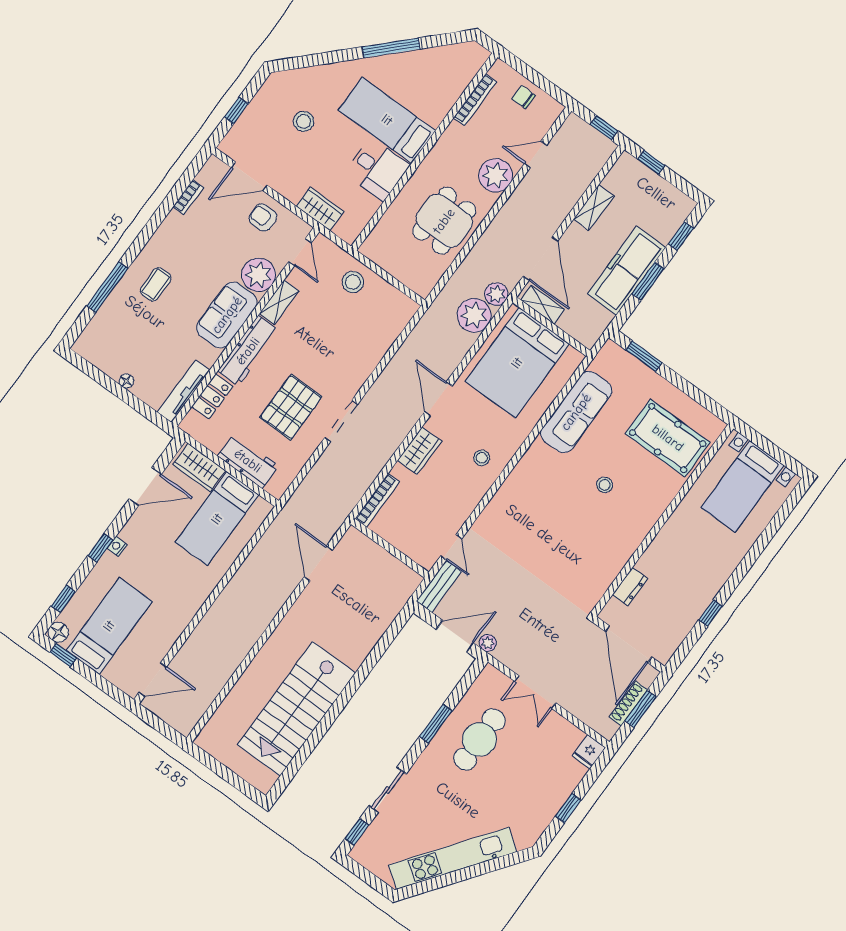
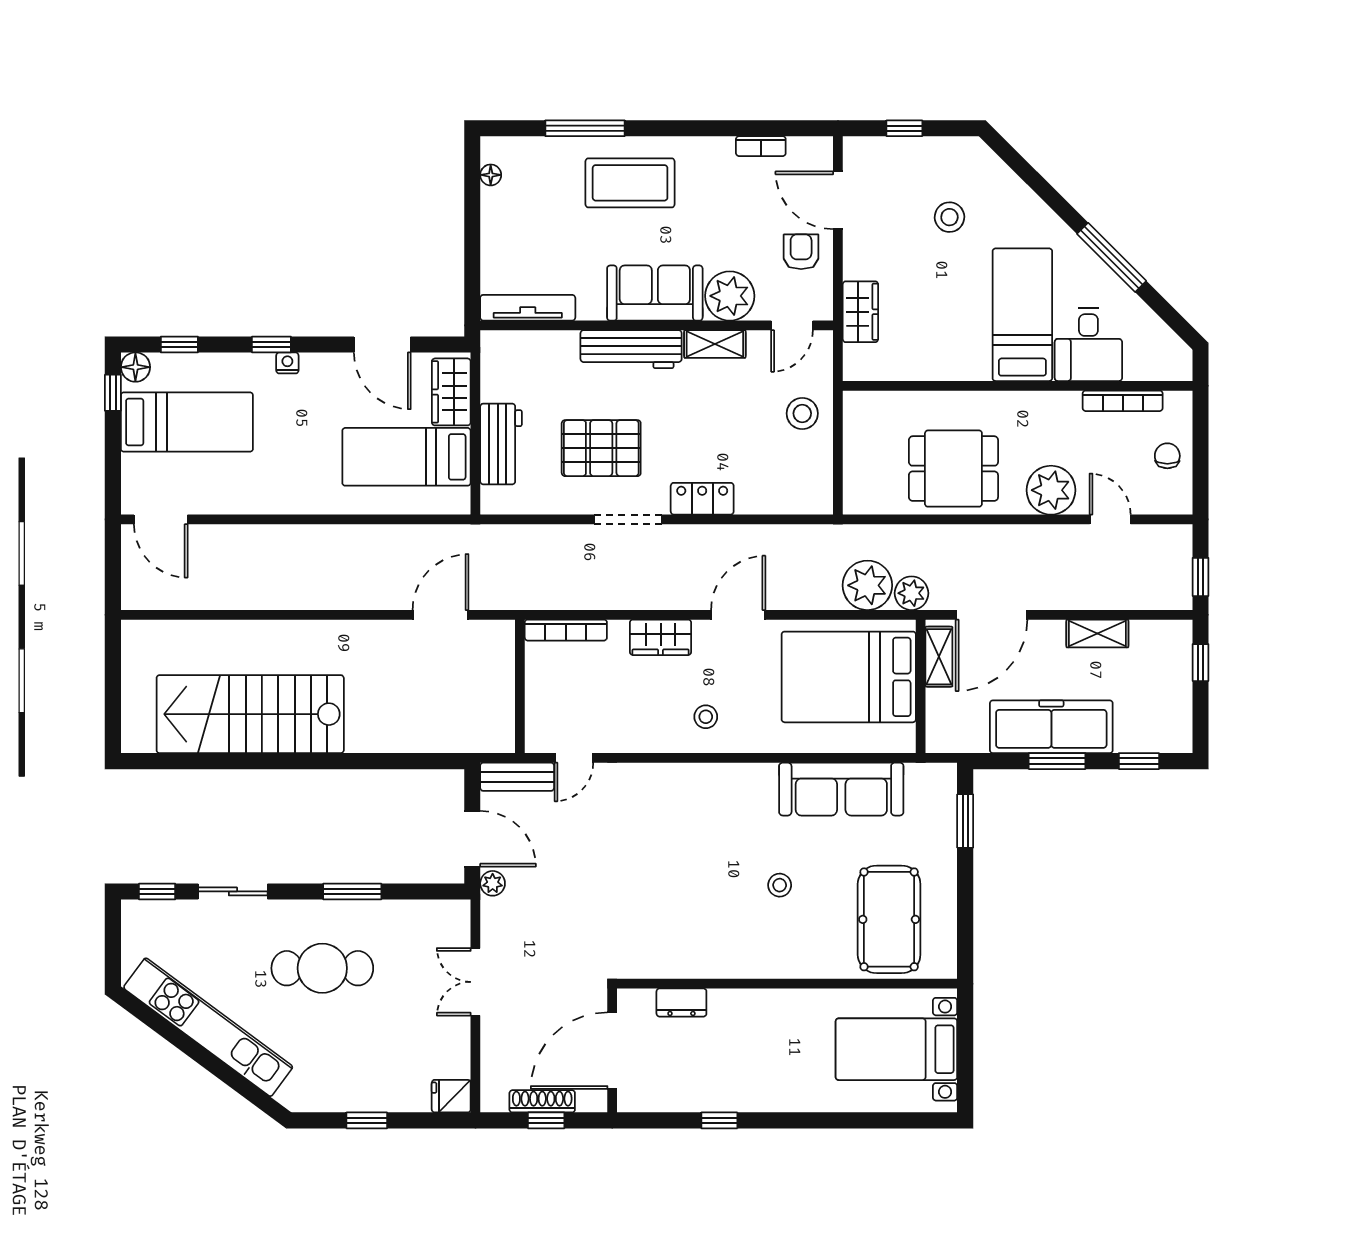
desk: (377, 169) -> (1088, 345), moved
coffee table: (156, 284) -> (630, 183), width x1.86, depth x1.72
floor lamp: (126, 381) -> (491, 175), moved
locker: (212, 396) -> (702, 499), moved, turned 180
window: (641, 709) -> (546, 1120), width x0.67
cafe table: (479, 739) -> (322, 968), moved

